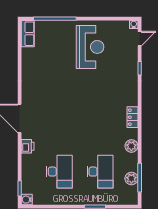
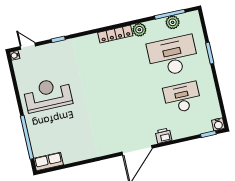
locker: (132, 117) -> (115, 34), width x1.53
desk: (100, 172) -> (173, 56), width x1.36, depth x1.30

